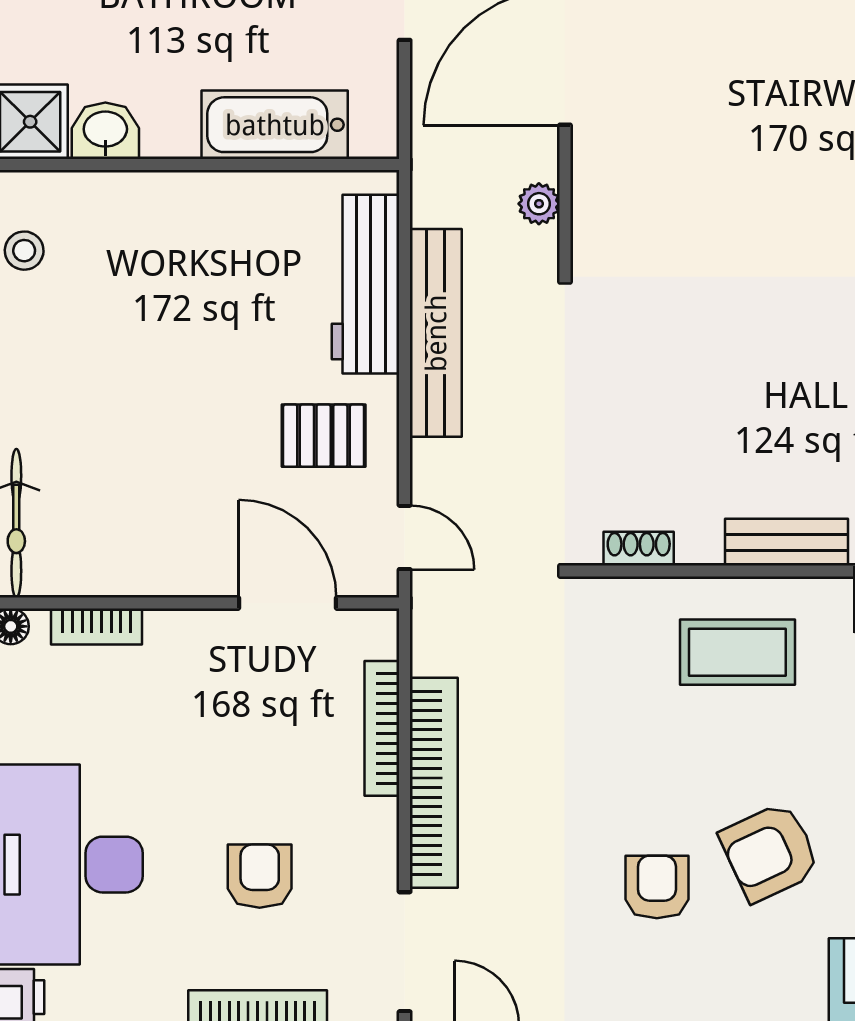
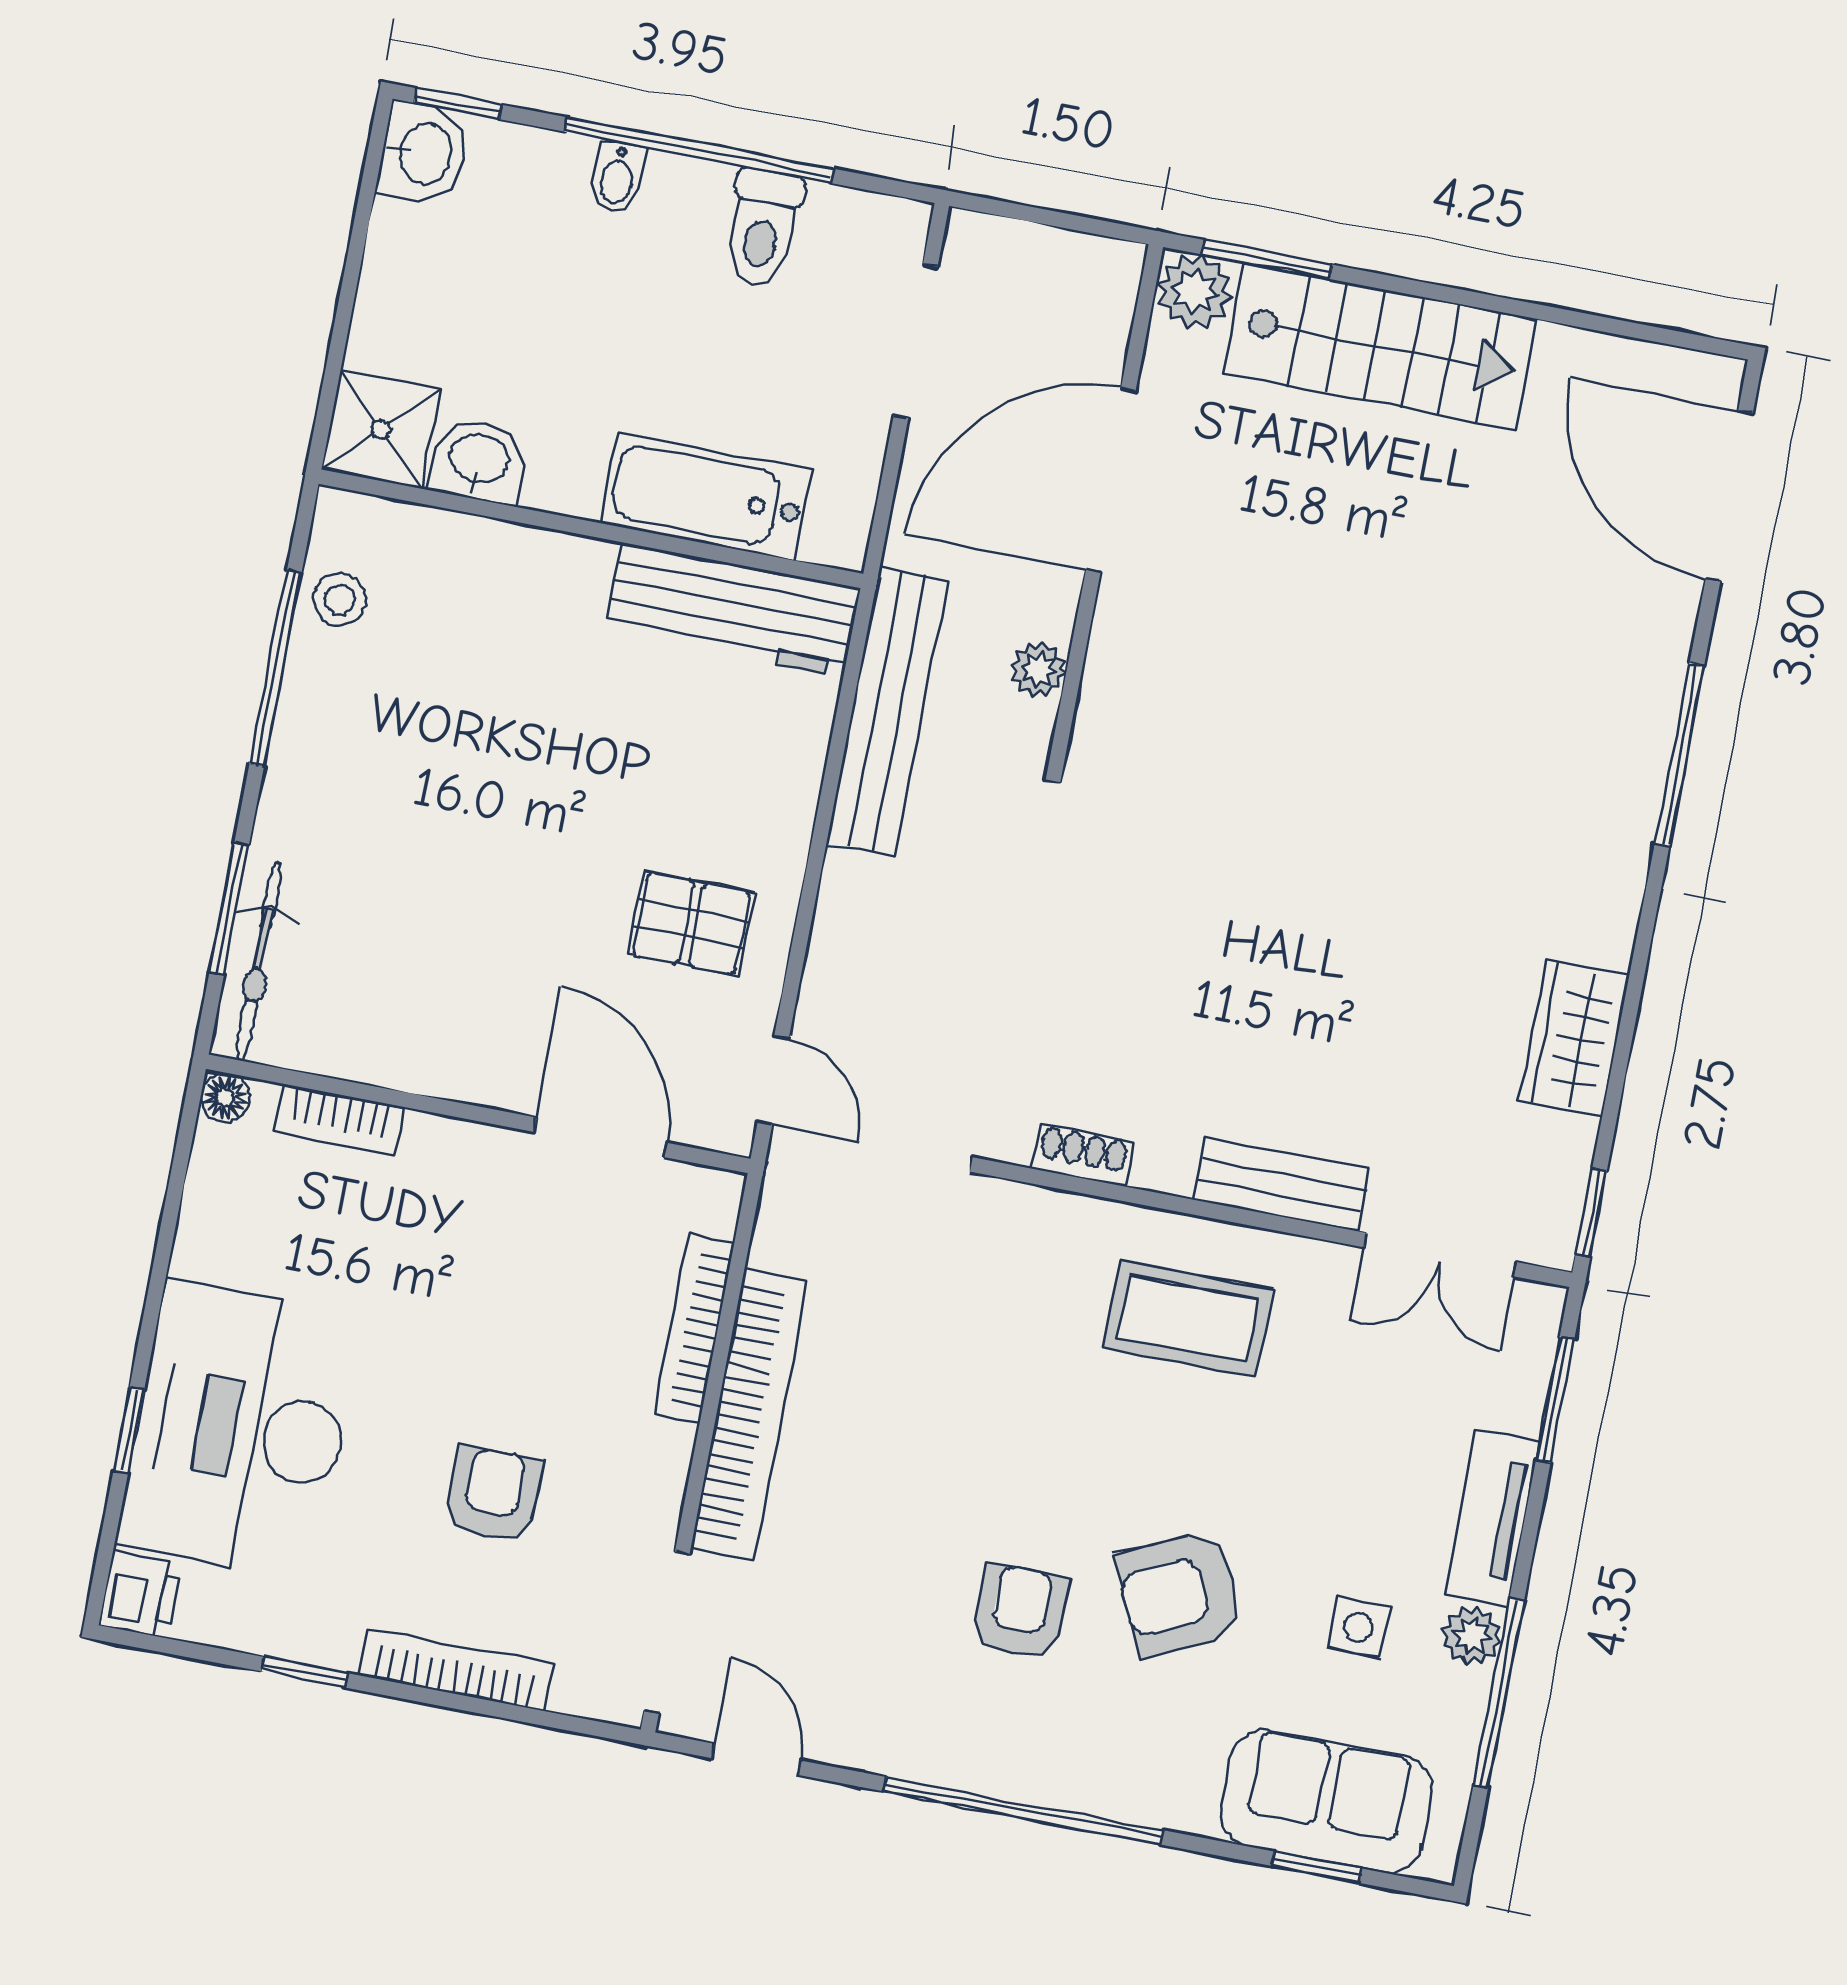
workbench: (366, 284) -> (733, 610), moved, turned -90
bench: (436, 333) -> (887, 712), moved

